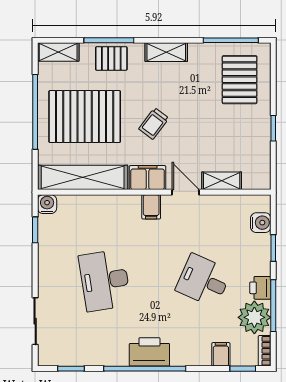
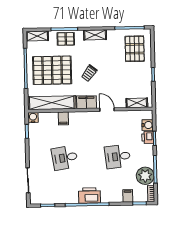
shelving: (222, 181) -> (137, 103), moved
filing cabinet: (151, 207) -> (63, 118), moved
desk: (105, 280) -> (65, 158), width x0.73
desk: (204, 280) -> (118, 157), turned -30
printer: (260, 288) -> (148, 137), moved

